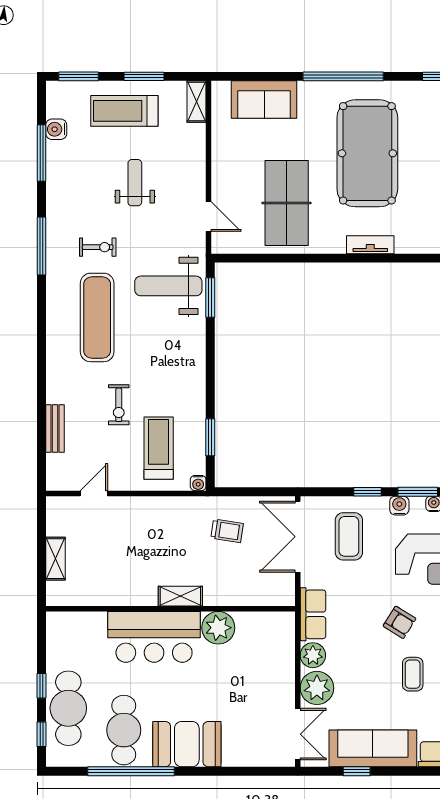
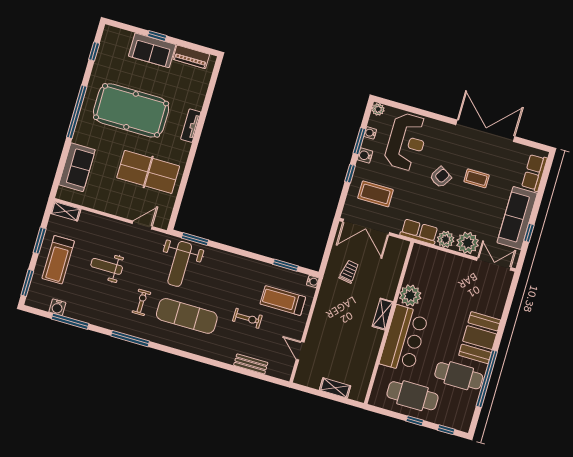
cafe table: (68, 708) -> (413, 396), moved

